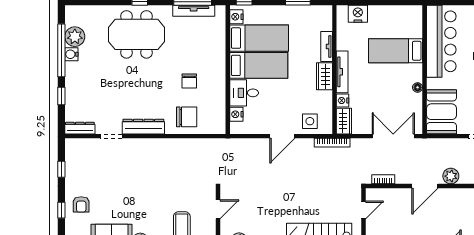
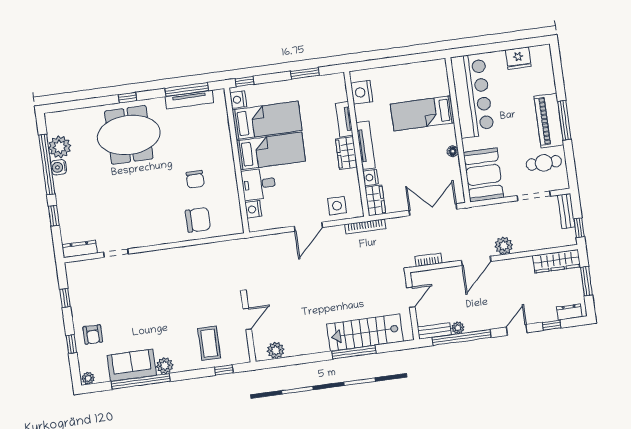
nightstand: (358, 14) -> (362, 92), moved, turned -90
dresser: (143, 127) -> (151, 237), removed

